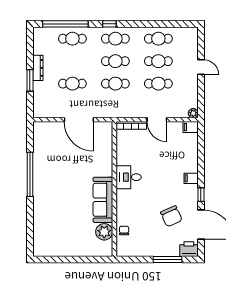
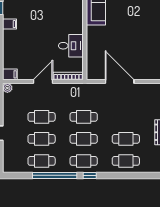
window: (65, 24) -> (55, 175), moved
cafe table: (72, 84) -> (126, 139), moved
door: (157, 120) -> (43, 81), hinge flipped
desk: (129, 177) -> (71, 46), moved

